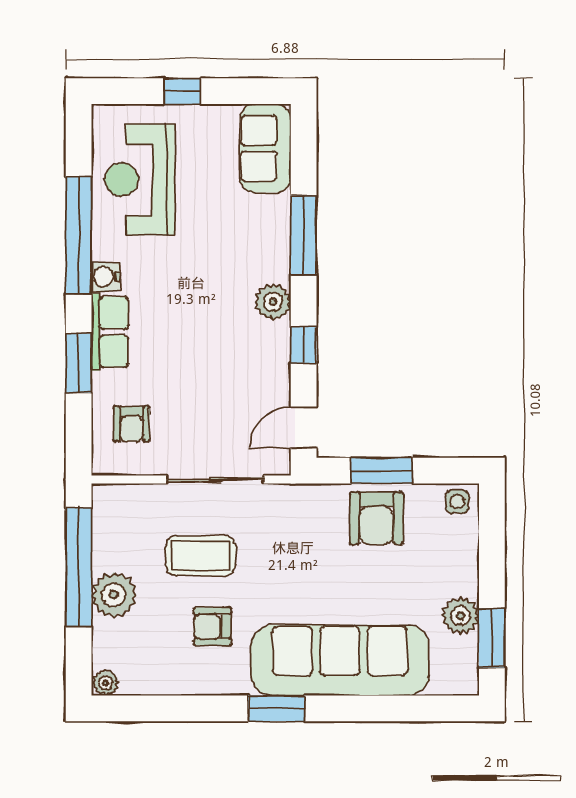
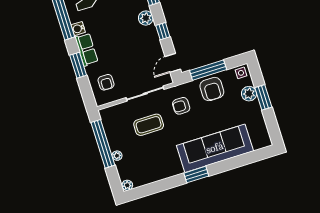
window: (381, 471) -> (208, 70), width x1.44
plant: (114, 595) -> (117, 156), width x0.53, depth x0.53
plant: (461, 616) -> (249, 94), moved
armchair: (212, 626) -> (181, 106), moved
window: (492, 638) -> (263, 97), moved

